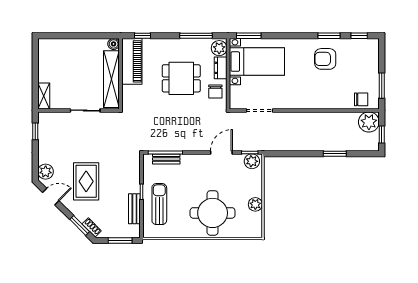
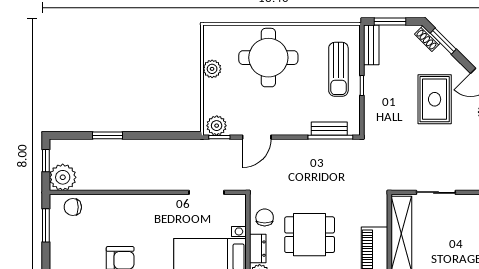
bench: (134, 209) -> (371, 45), moved

